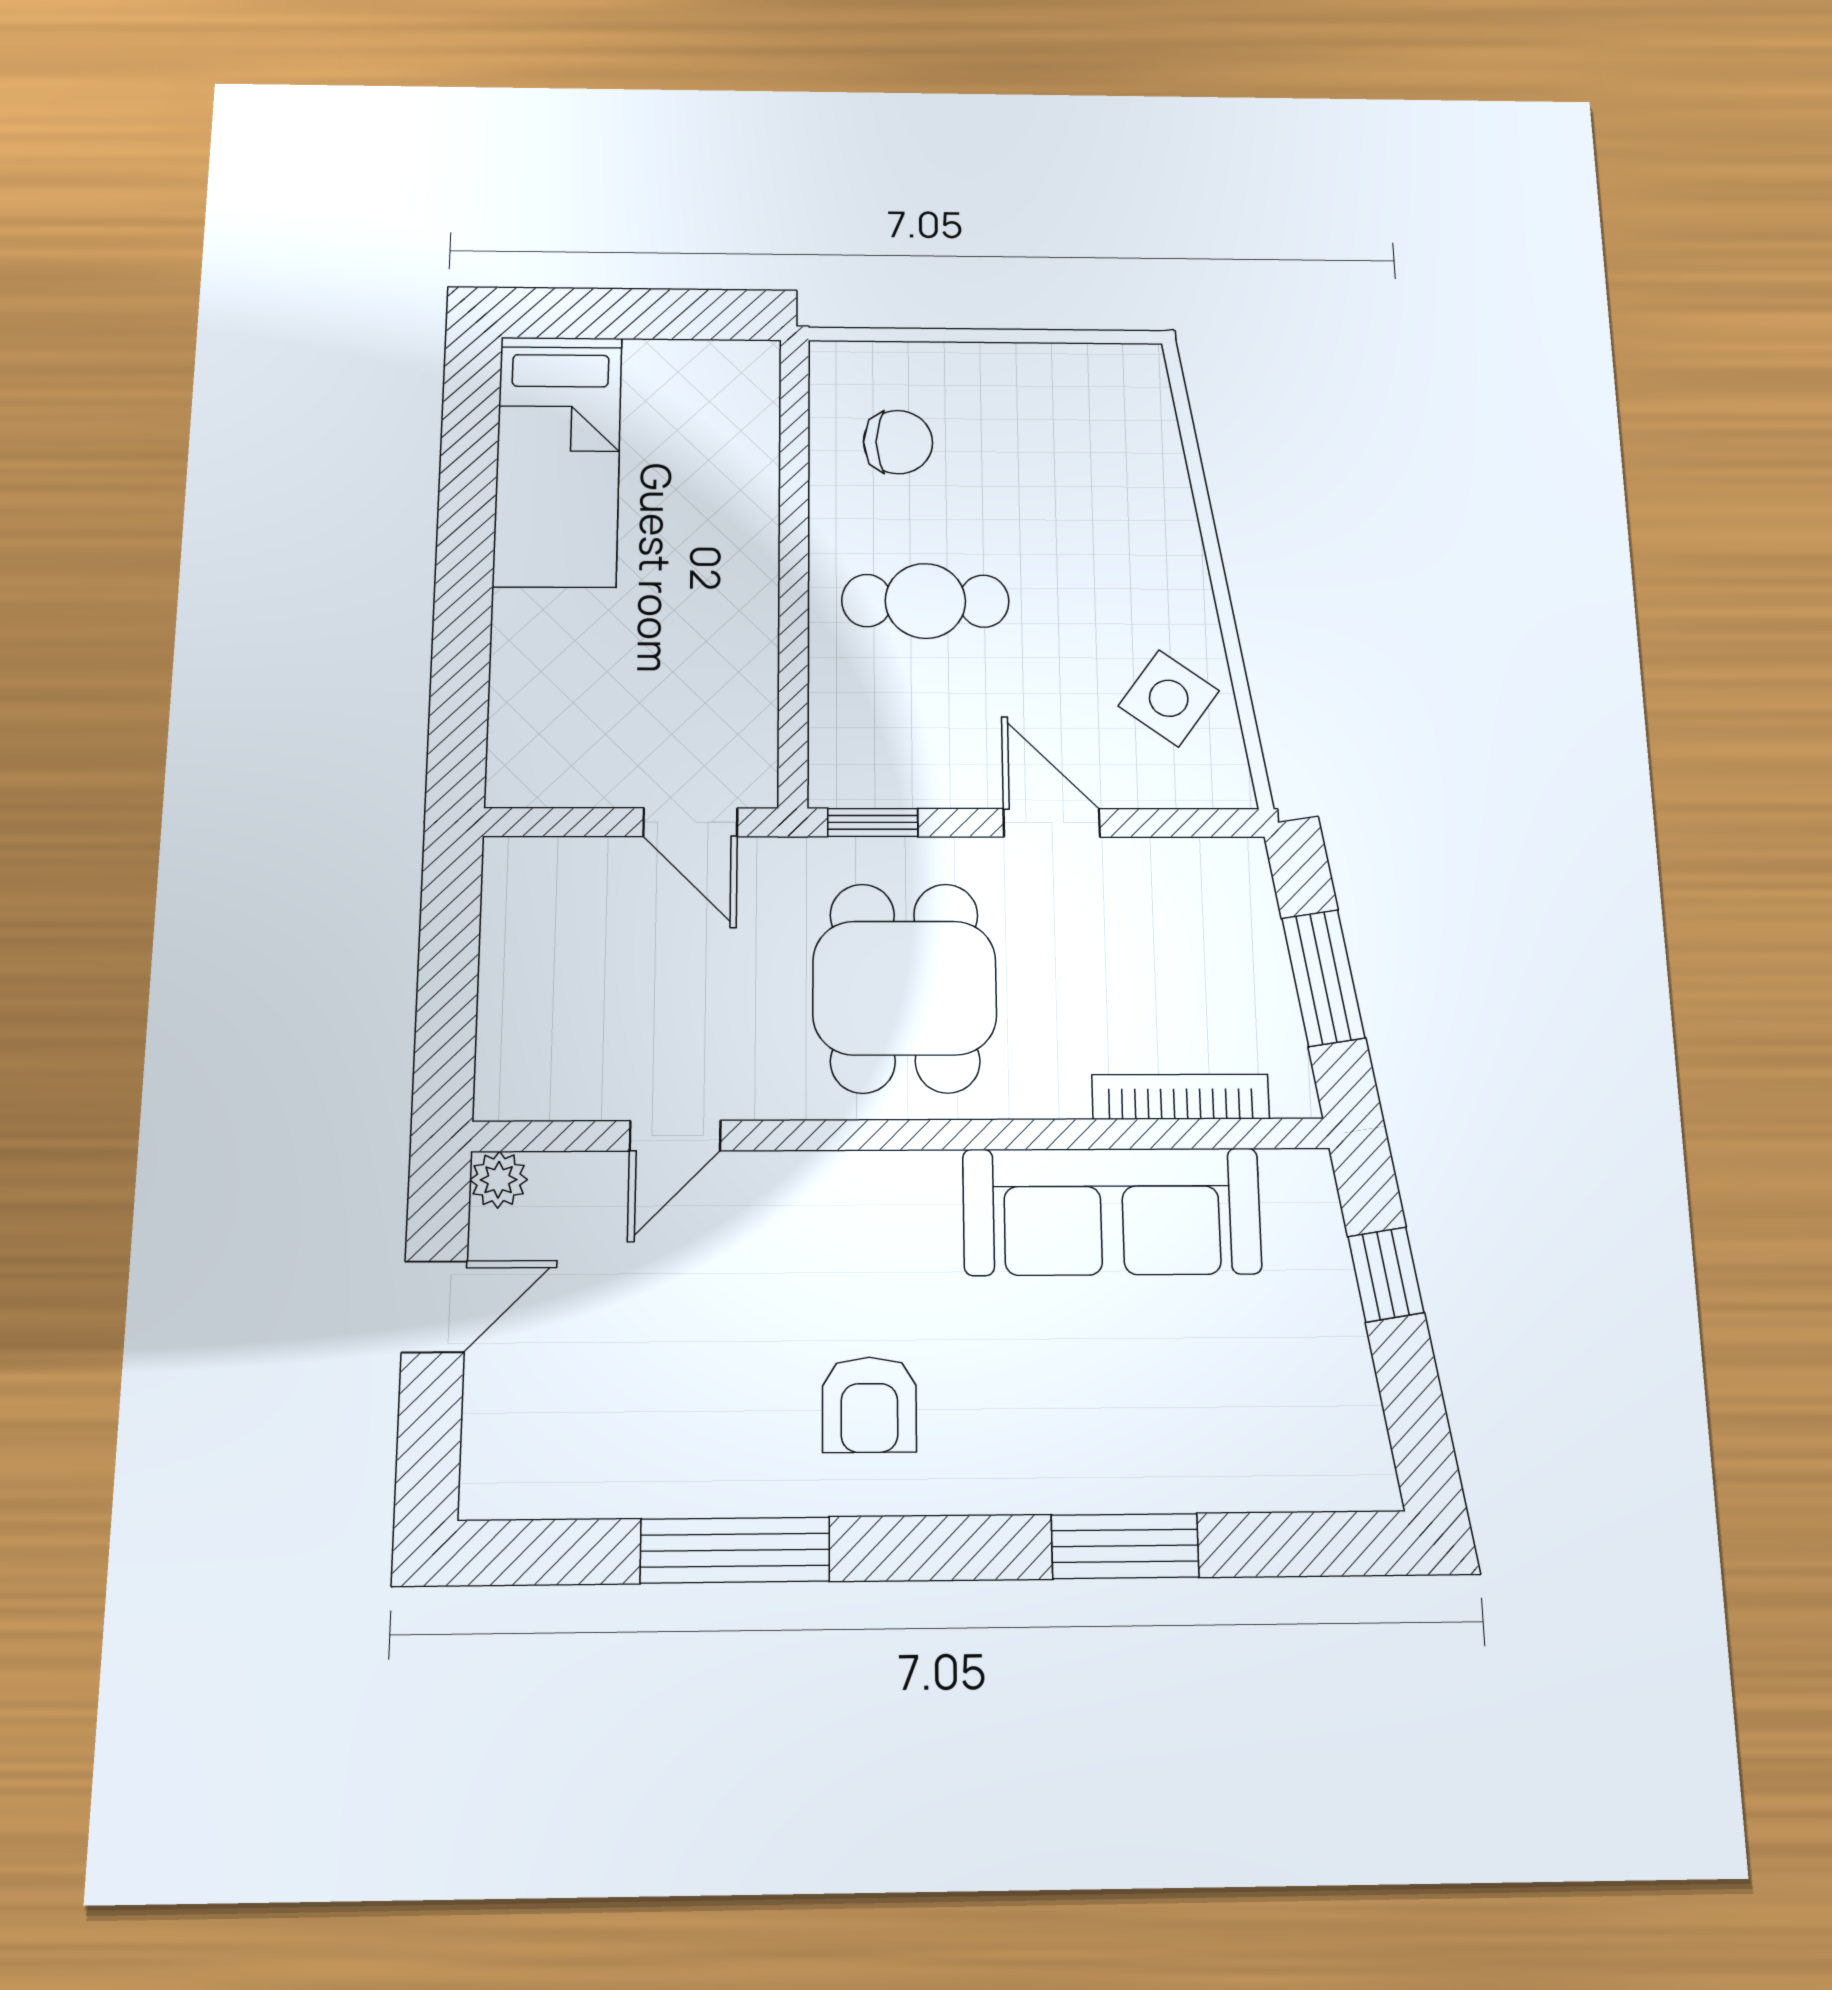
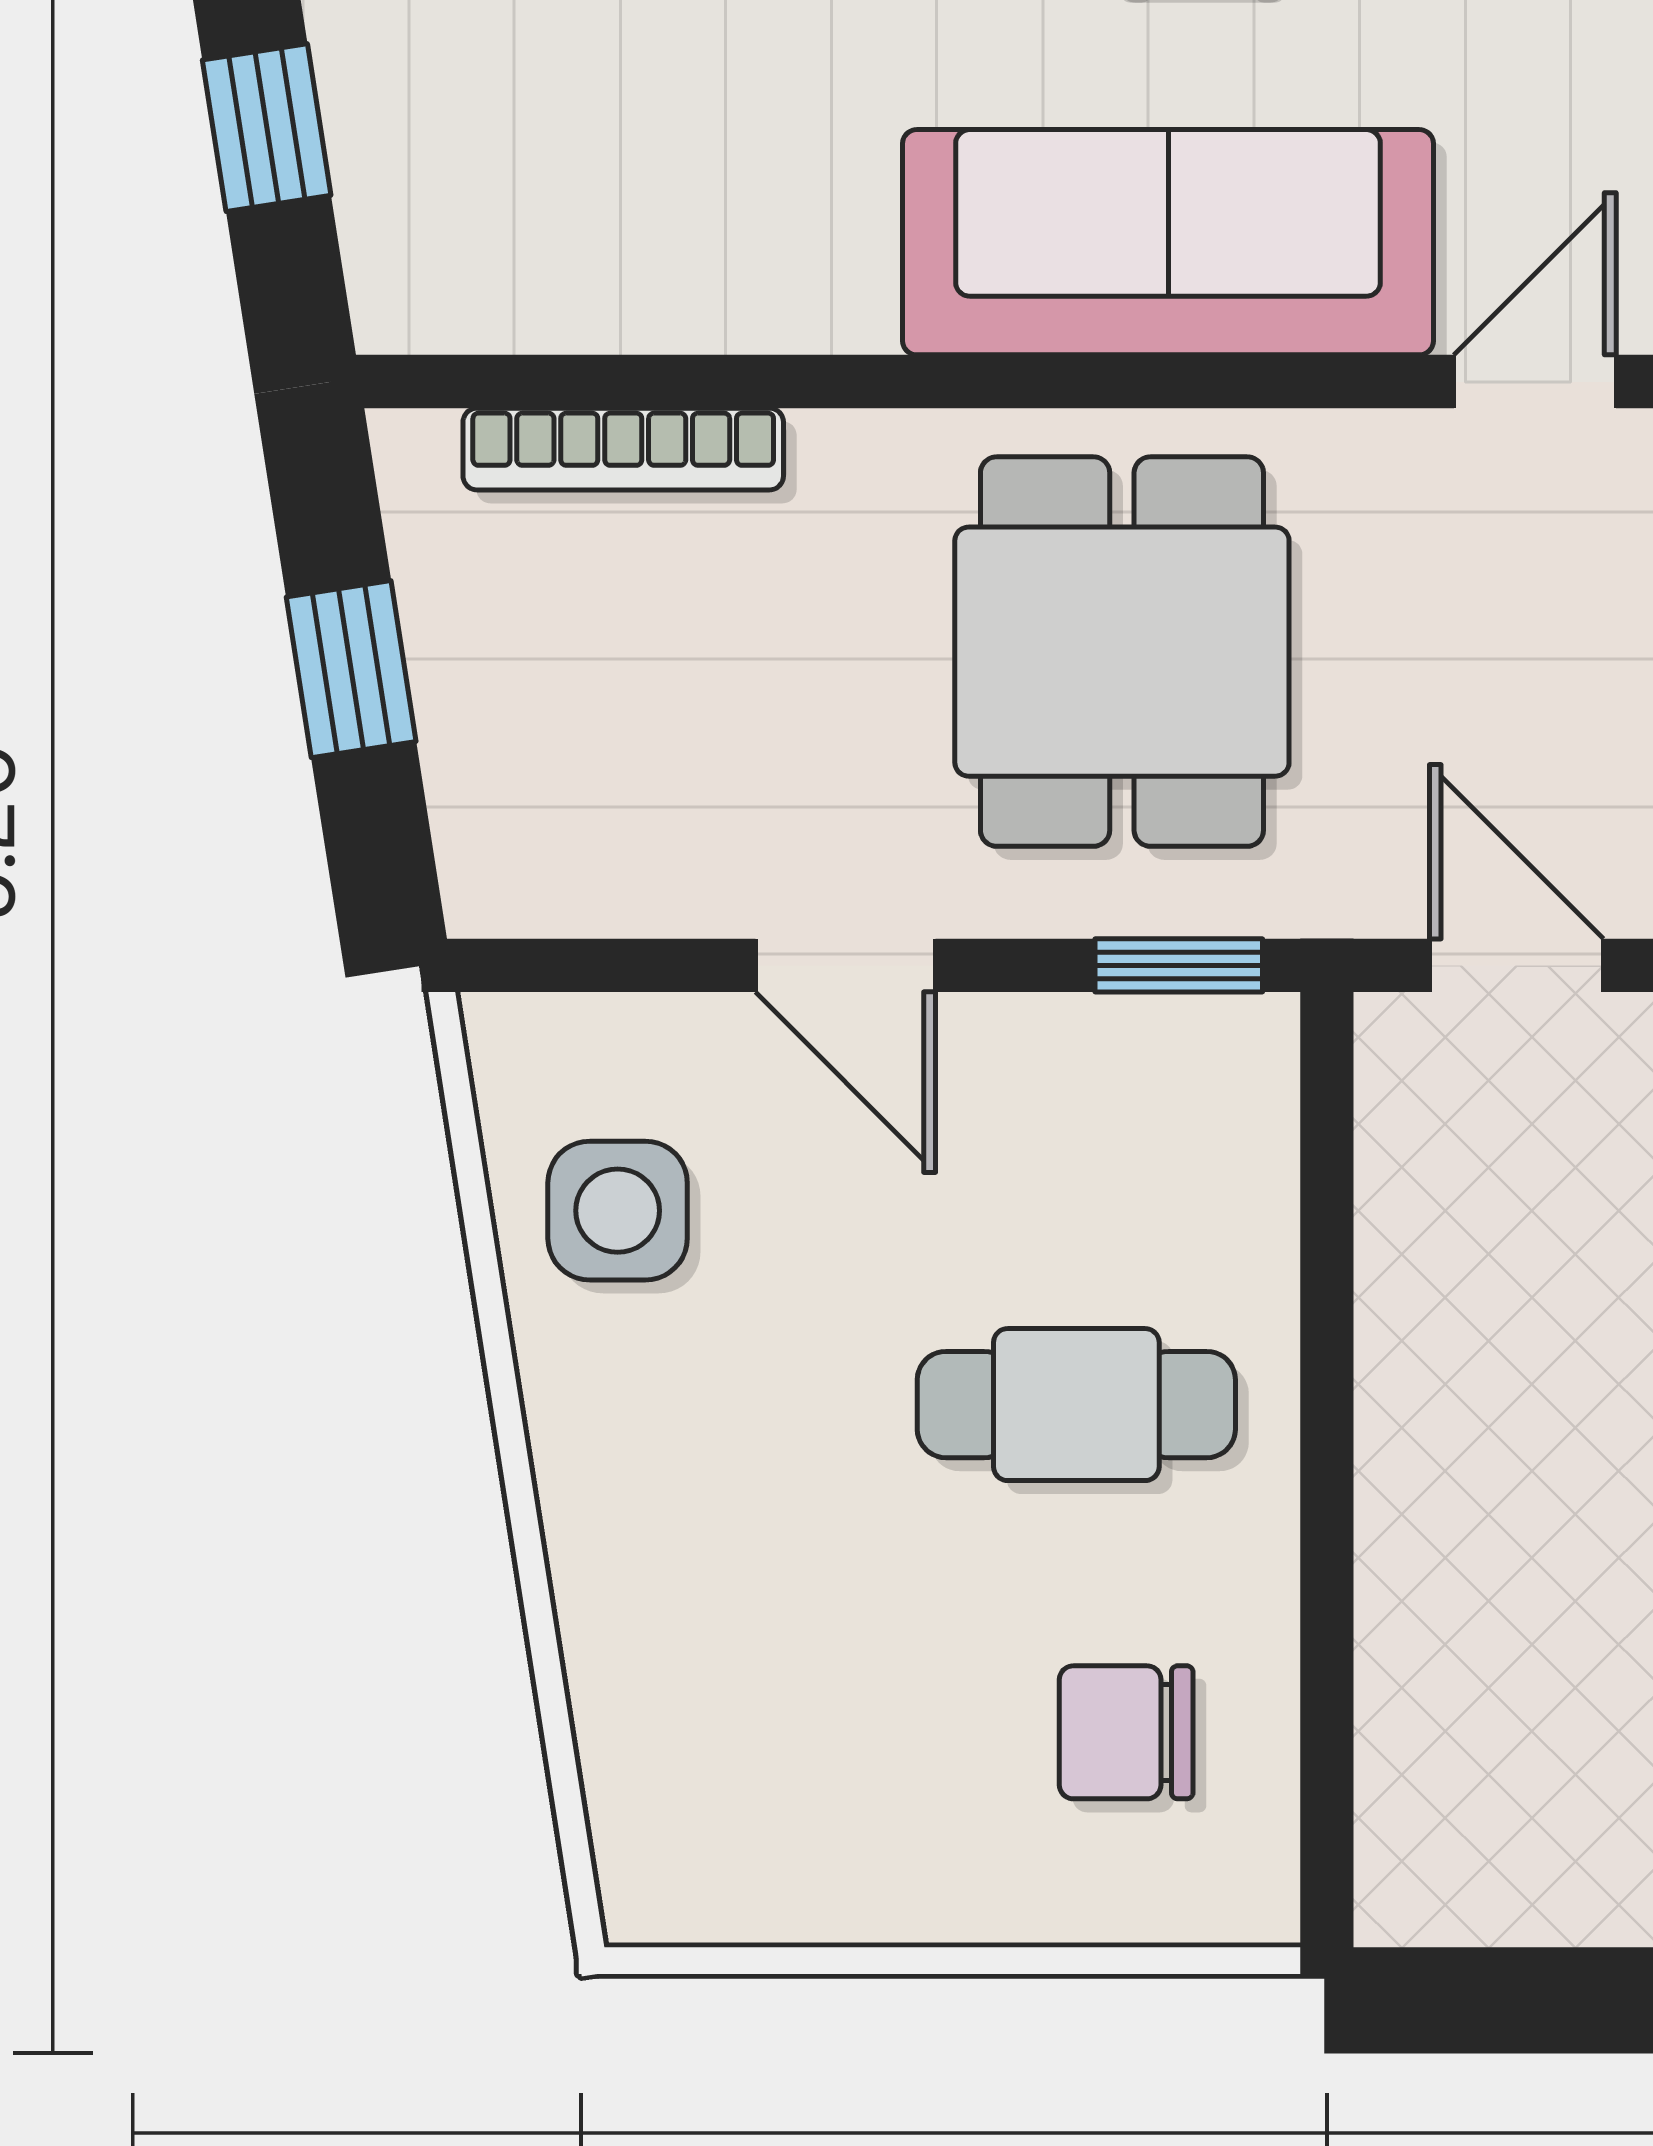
side table: (1169, 698) -> (618, 1211), turned -36
window: (1323, 978) -> (351, 669), width x0.67
sofa: (1112, 1211) -> (1168, 242), moved

